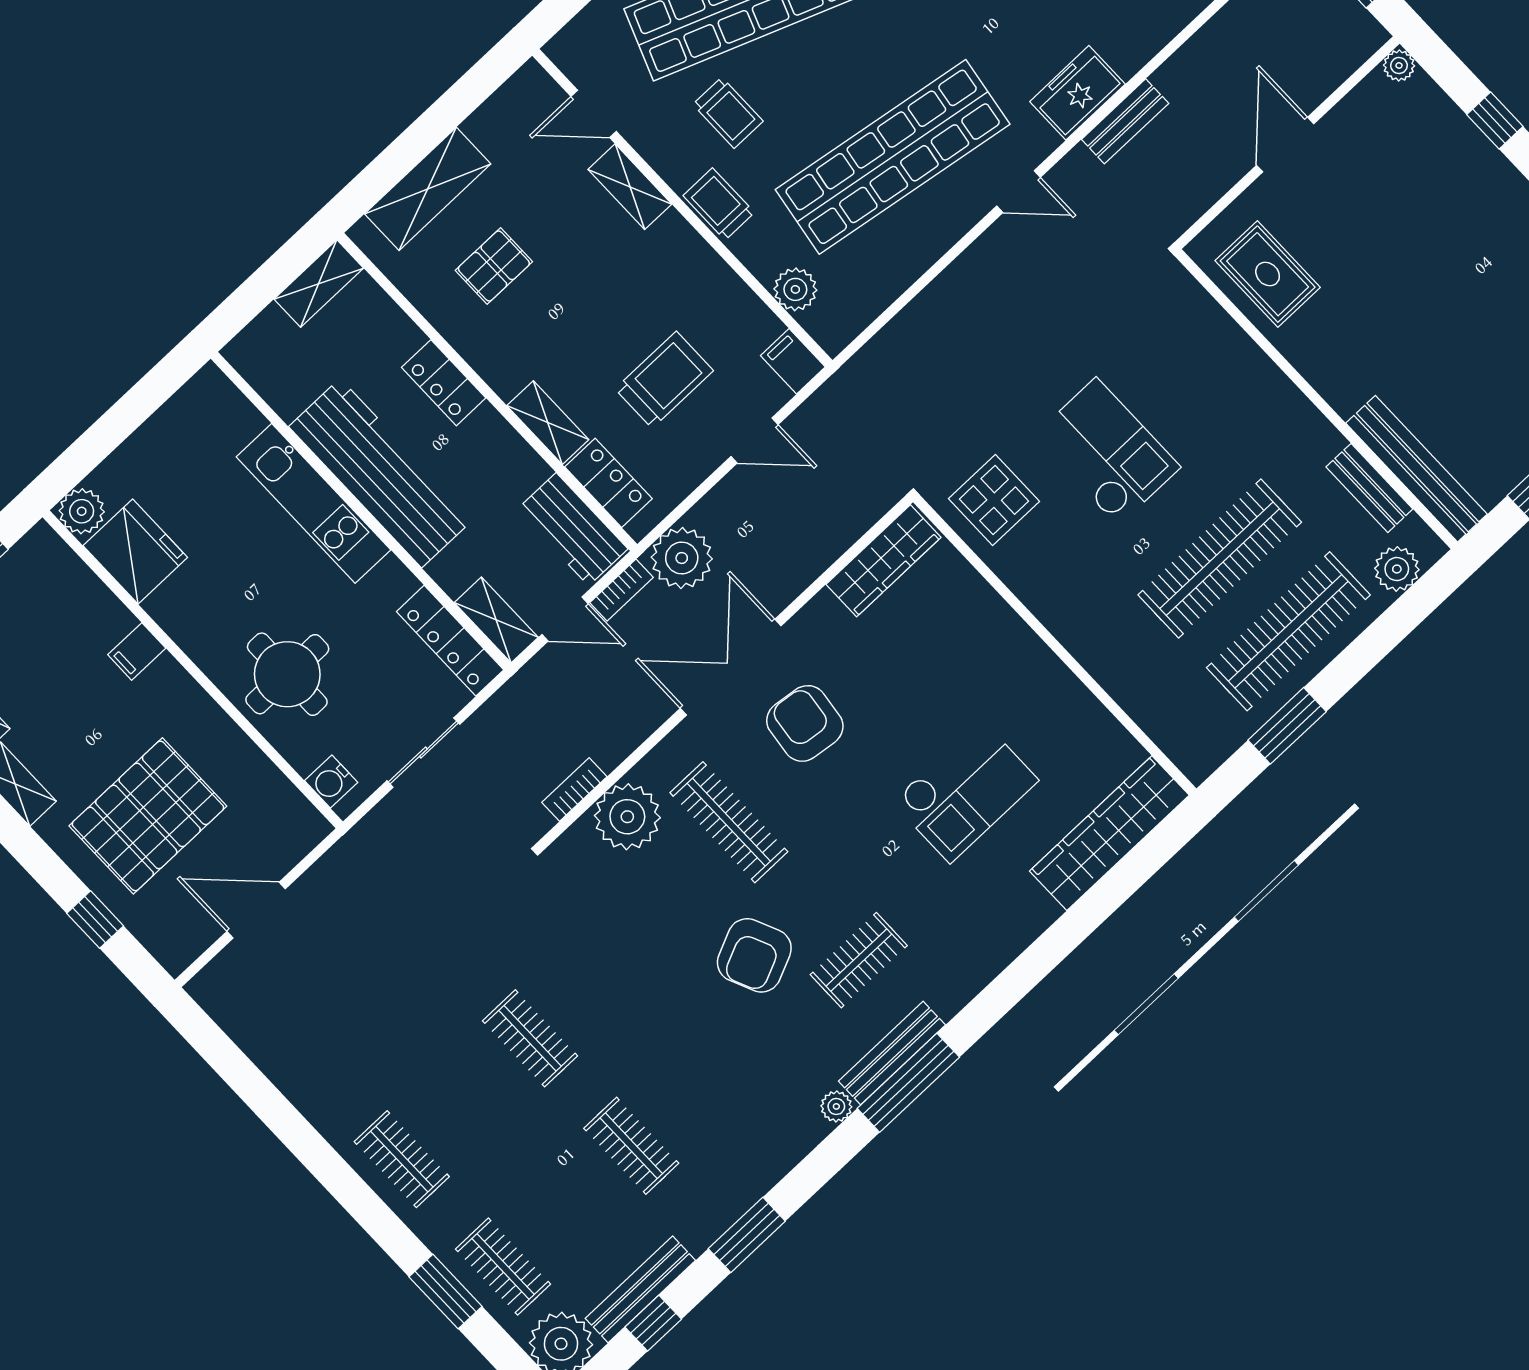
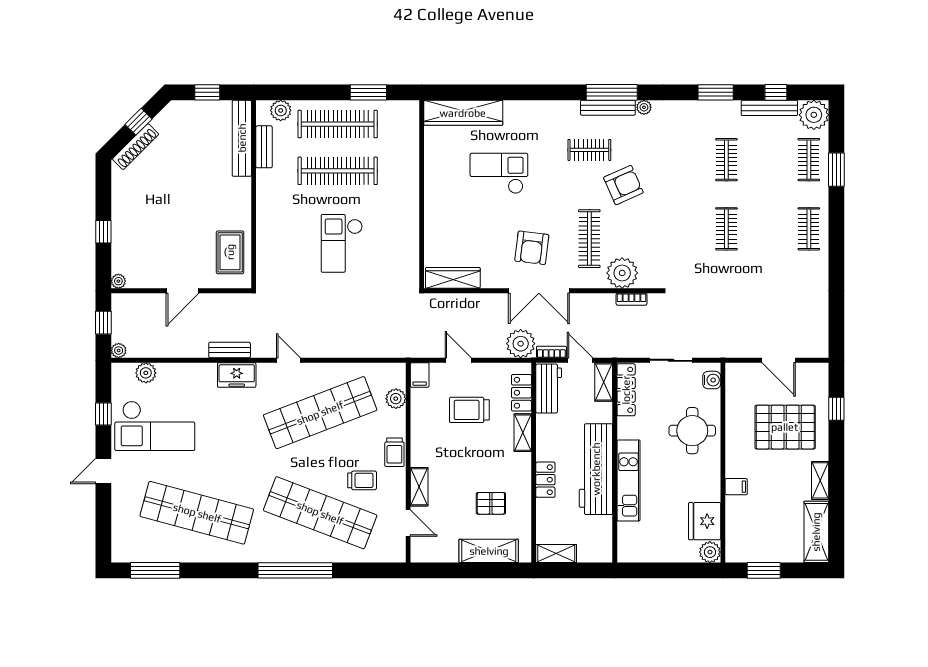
trolley: (728, 113) -> (362, 480), turned 90
shop shelf: (893, 157) -> (320, 413), turned -30
display table: (994, 500) -> (396, 263), removed

